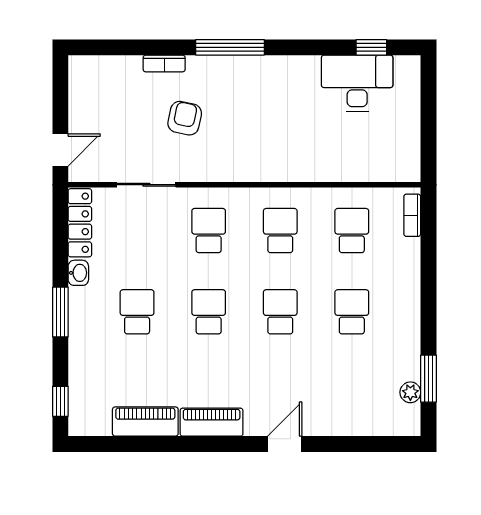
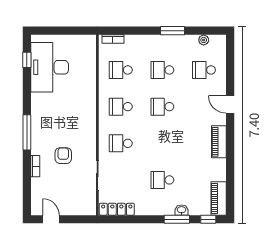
desk: (357, 83) -> (50, 67), width x1.36, depth x1.30
armchair: (185, 118) -> (63, 156), turned 78
door: (60, 150) -> (51, 219), moved
washbasin: (78, 273) -> (182, 210), moved
window: (60, 312) -> (177, 219), moved
school desk: (209, 312) -> (204, 70), moved
window: (429, 379) -> (173, 31), moved
piano: (145, 422) -> (219, 198), moved

